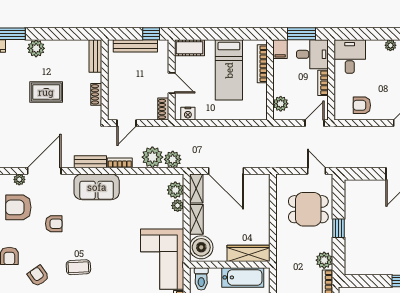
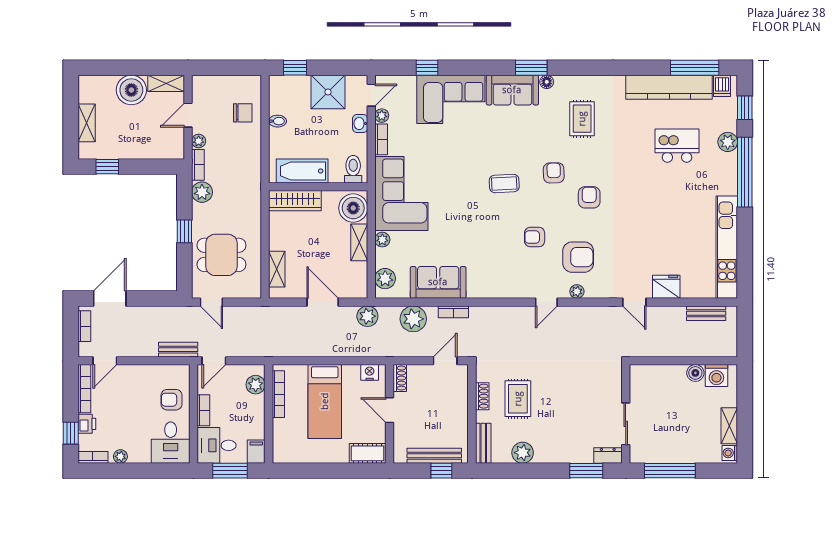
window: (151, 34) -> (441, 471), moved
plant: (36, 48) -> (523, 453), moved
bookcase: (262, 64) -> (278, 394), moved
bed: (229, 70) -> (325, 401), moved, turned 180
rug: (46, 92) -> (518, 399), moved, turned 90
armchair: (362, 105) -> (172, 400), moved, turned 180
plant: (173, 159) -> (367, 316), moved
bench: (90, 162) -> (178, 350), moved
door: (44, 171) -> (546, 302), width x0.53
door: (226, 171) -> (323, 302), width x0.73
sofa: (97, 187) -> (438, 282), moved
shelving: (196, 188) -> (277, 269), moved
plant: (178, 206) -> (382, 240), moved
armchair: (38, 276) -> (554, 173), turned -147

